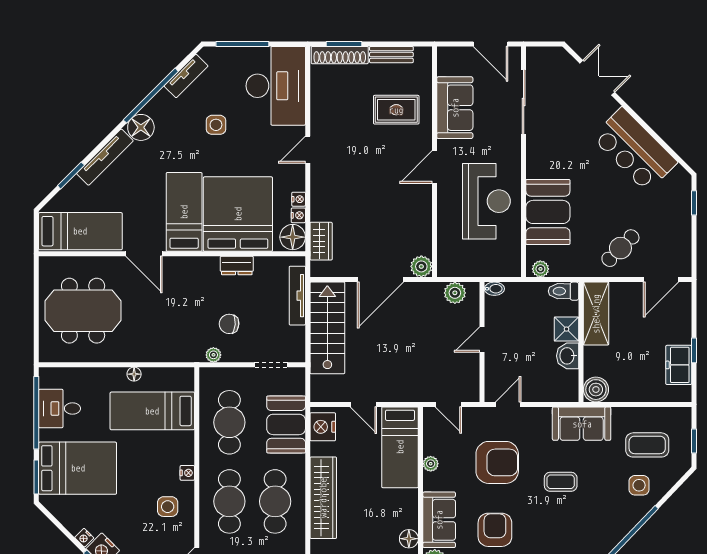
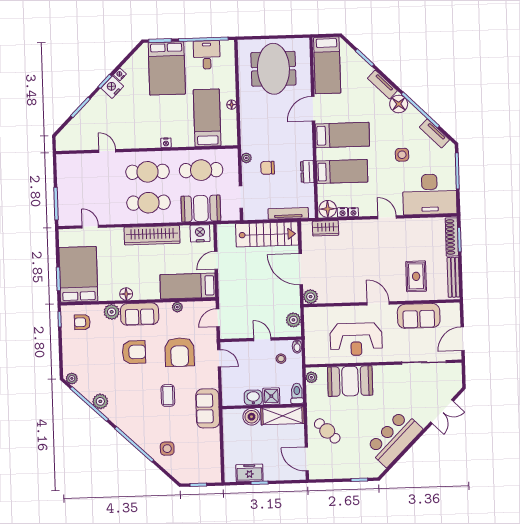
bench: (391, 55) -> (453, 277), width x1.36
tv unit: (105, 157) -> (382, 85), width x0.71
bed: (238, 214) -> (342, 171), width x0.49
stool: (512, 313) -> (281, 359), added
chair: (229, 324) -> (268, 168), turned -95
boiler: (596, 390) -> (252, 417), moved
coffee table: (647, 445) -> (195, 453), removed
side table: (168, 507) -> (143, 130), removed

